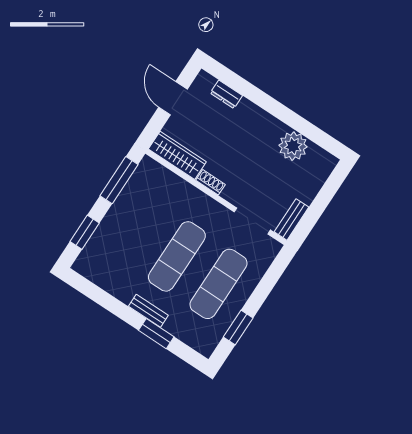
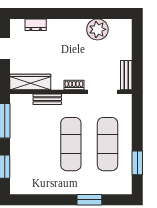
shoe rack: (211, 182) -> (74, 85), moved
bench: (148, 311) -> (47, 99), moved

